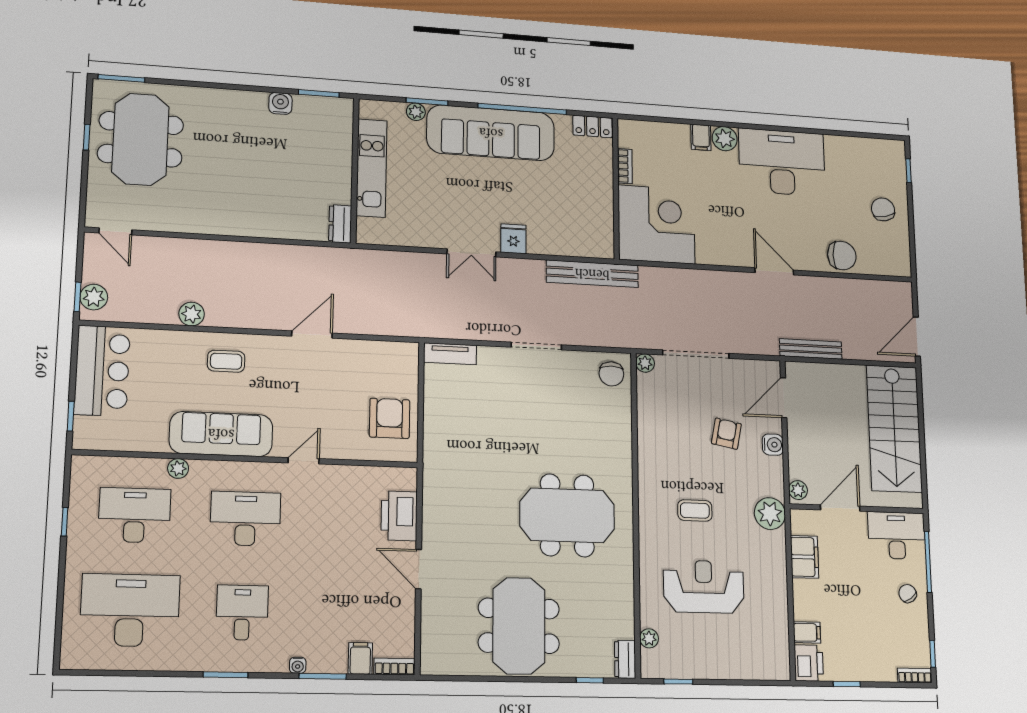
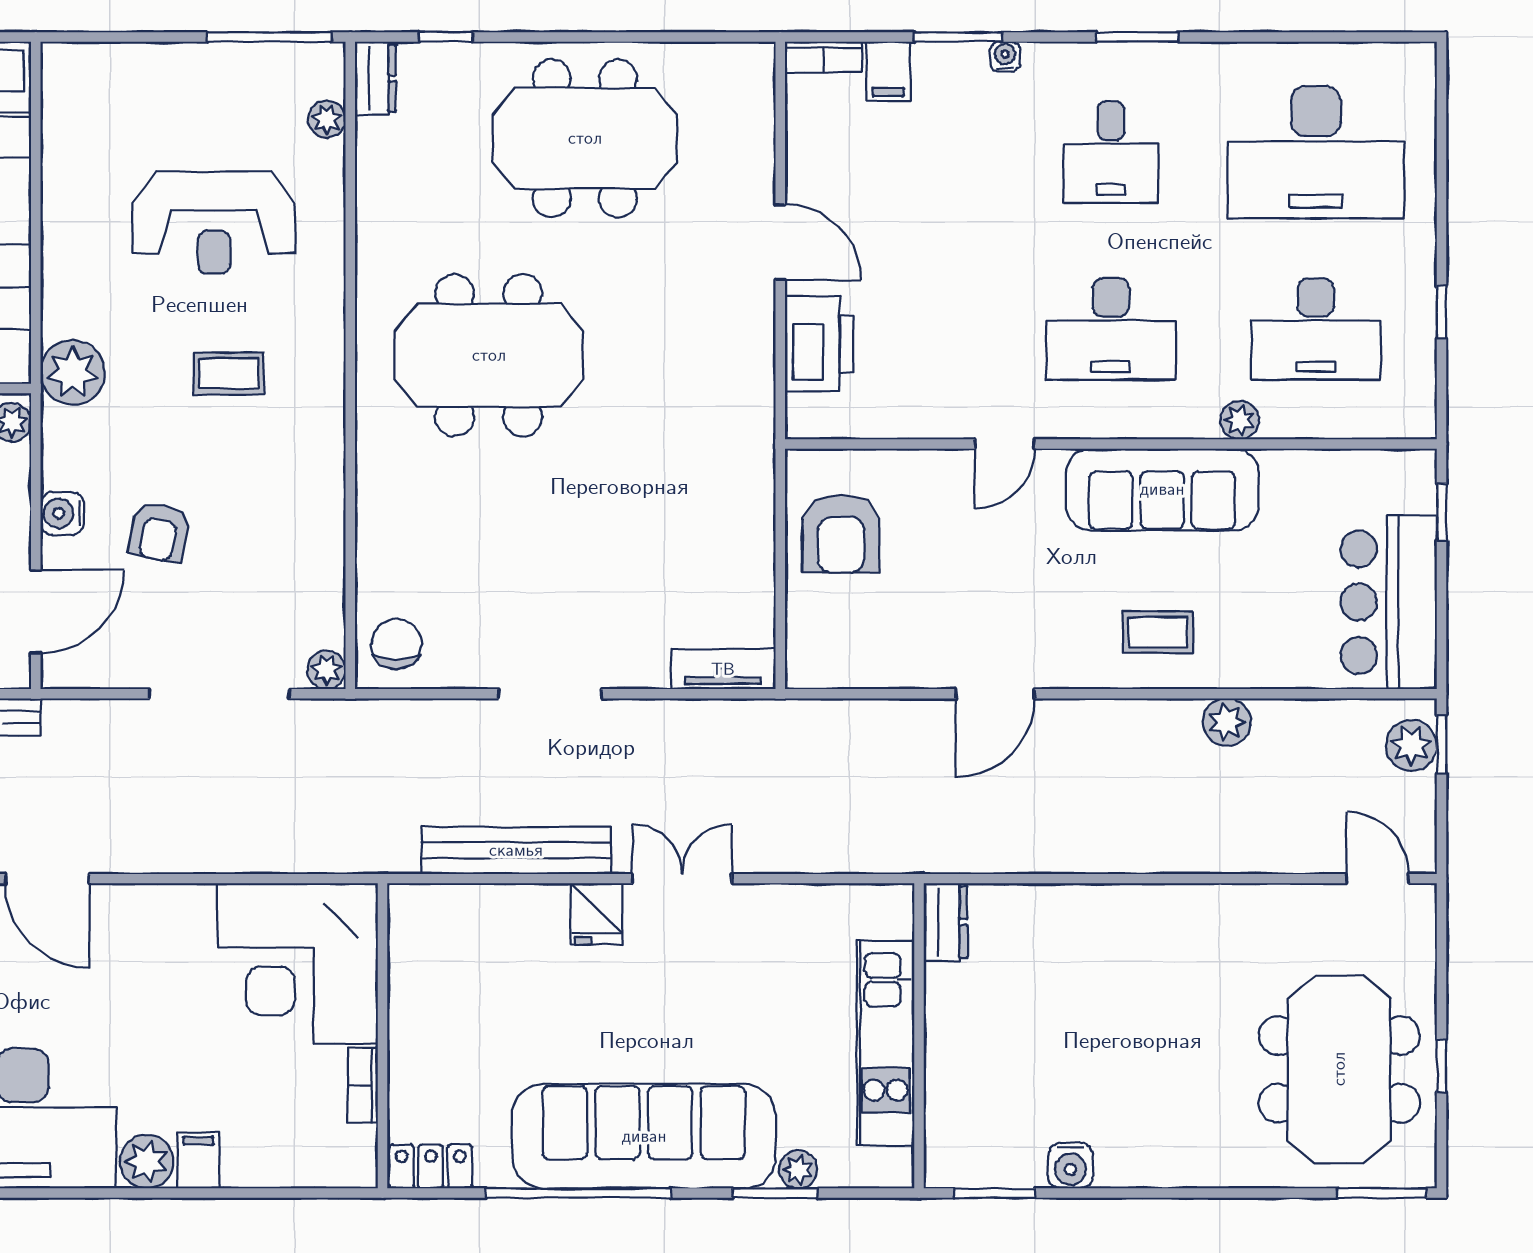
bench: (592, 274) -> (516, 850), moved
meeting table: (519, 626) -> (585, 138), turned 90
window: (678, 682) -> (269, 37), width x2.17

